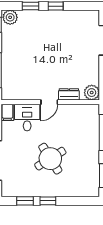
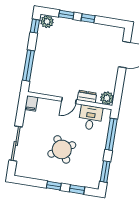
desk: (27, 118) -> (90, 118), moved
window: (25, 201) -> (77, 189), moved

